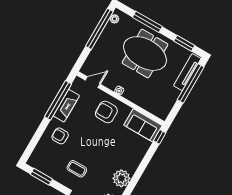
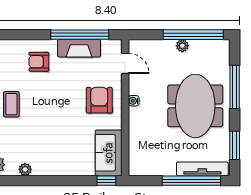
plant: (115, 19) -> (182, 46), moved
armchair: (60, 136) -> (39, 62), turned -90
plant: (121, 178) -> (25, 169), width x0.53, depth x0.53

